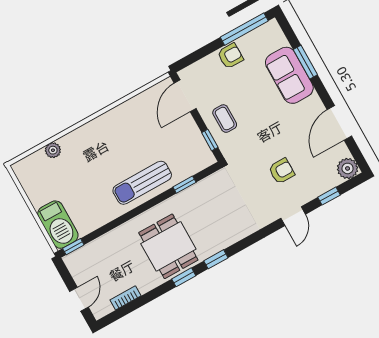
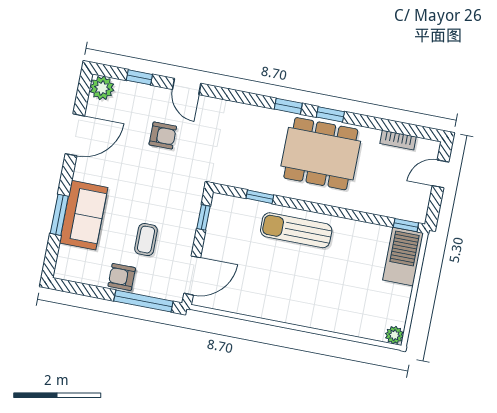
window: (244, 29) -> (143, 301), moved
coffee table: (225, 119) -> (146, 240), moved
plant: (53, 150) -> (394, 335), moved
armchair: (282, 171) -> (163, 136), turned 180
sun lounger: (142, 183) -> (296, 230), turned 180
door: (293, 216) -> (187, 86), swing flipped
dining table: (168, 246) -> (321, 154), width x1.38

